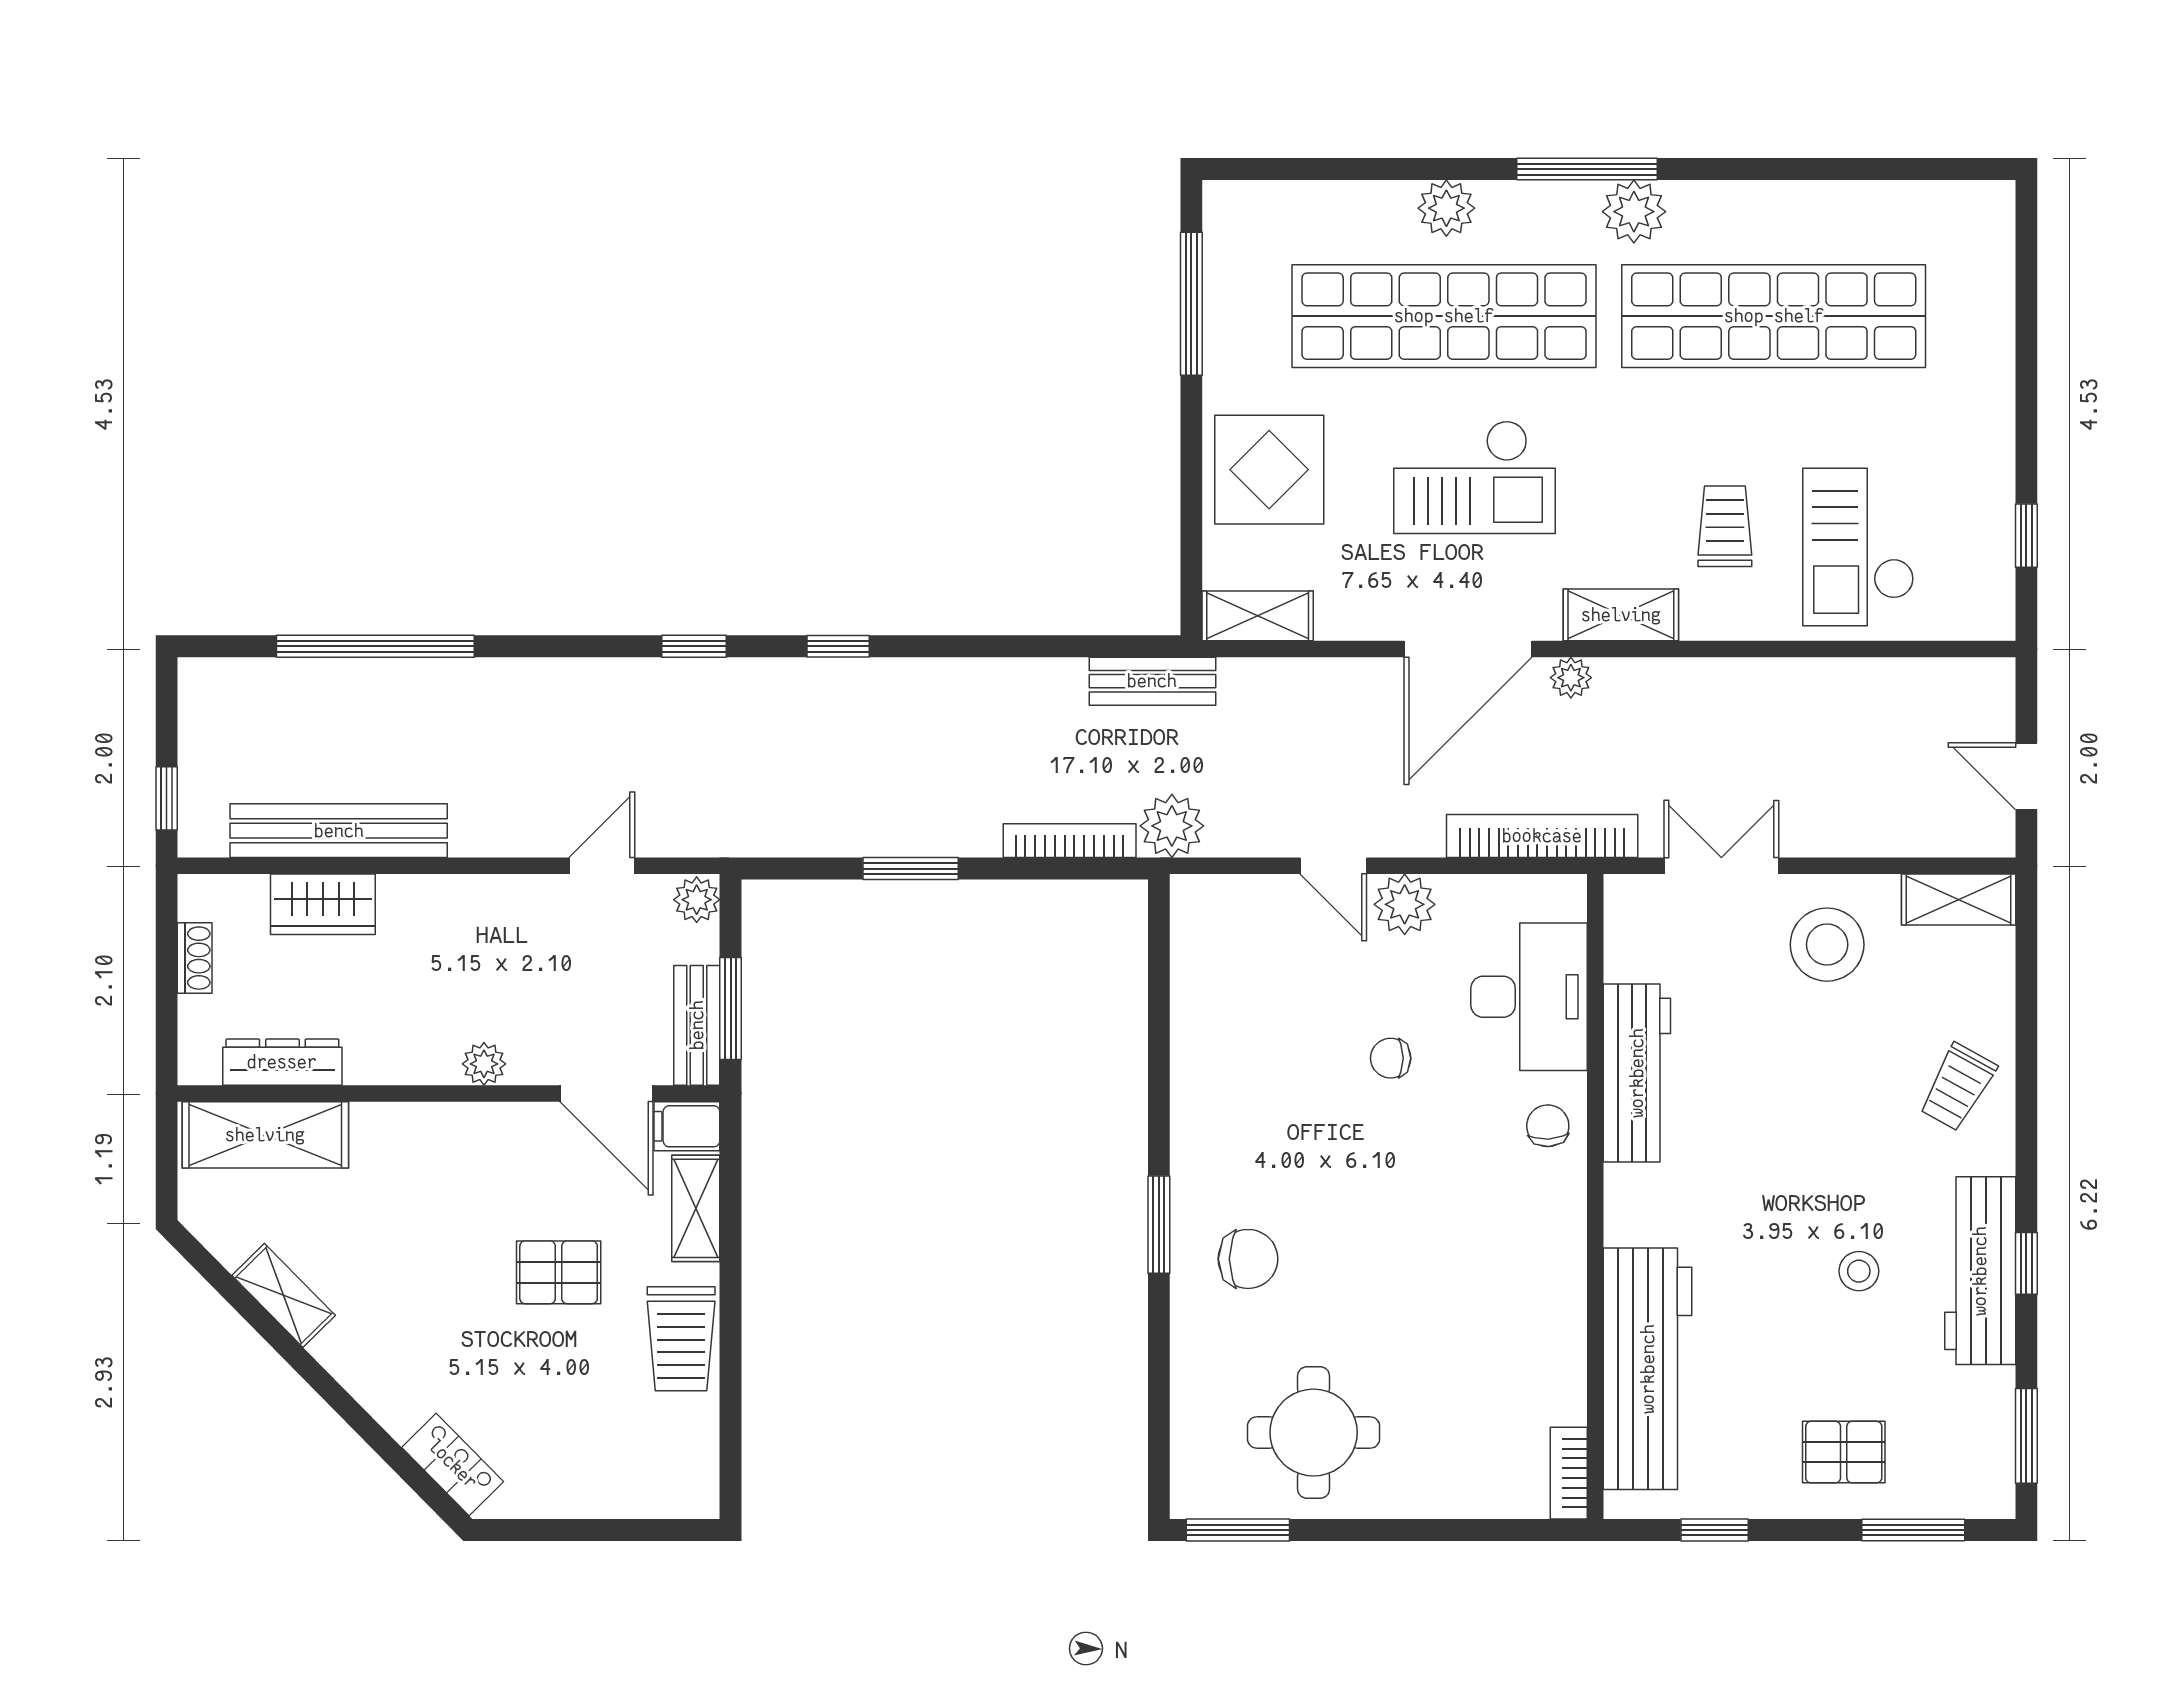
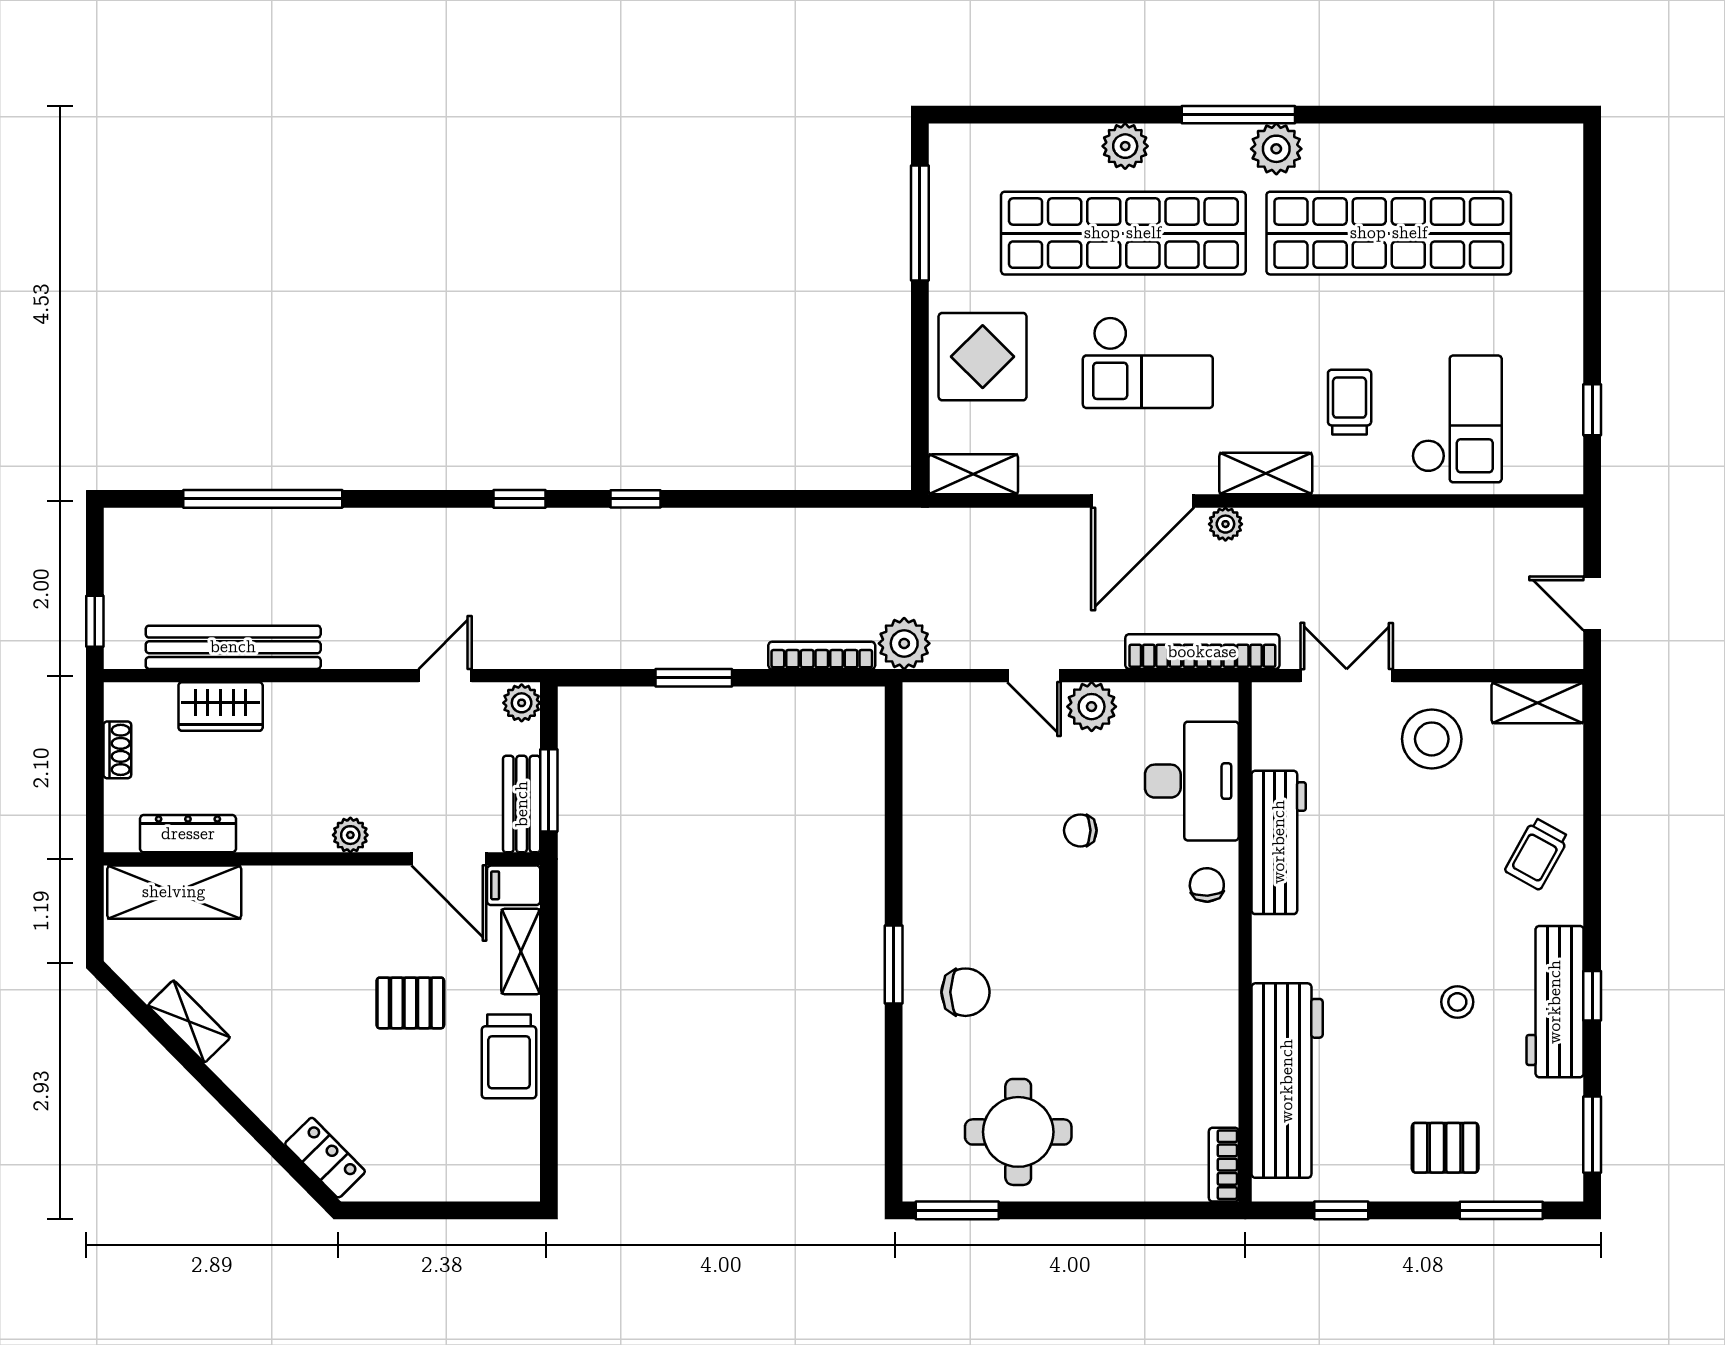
checkout: (1858, 547) -> (1457, 419), turned 180
bench: (1152, 681) -> (889, 527), removed

